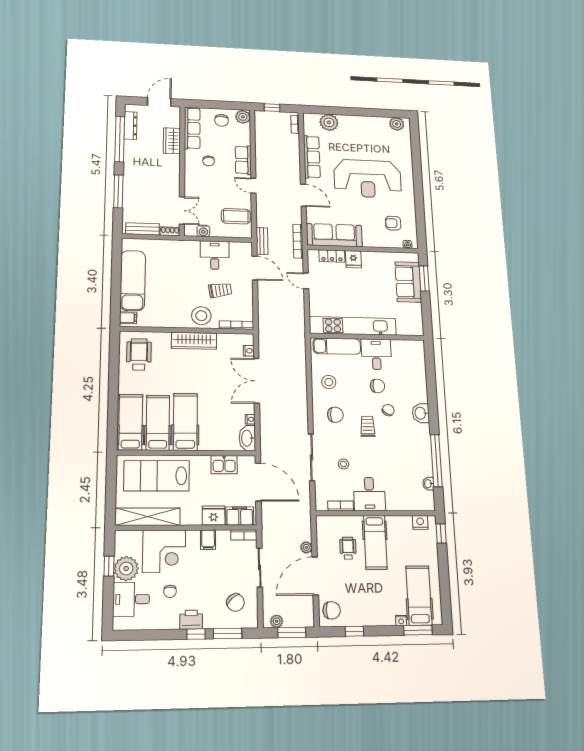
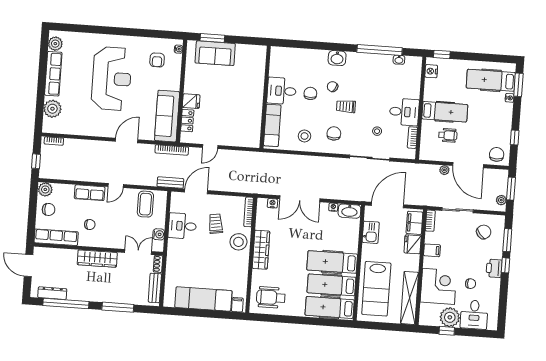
wardrobe: (172, 141) -> (97, 259), moved, width x1.50
row of seats: (312, 157) -> (53, 74), moved, turned 90
kitchen unit: (353, 326) -> (254, 109), removed
wheelchair: (348, 548) -> (448, 135), turned 180

